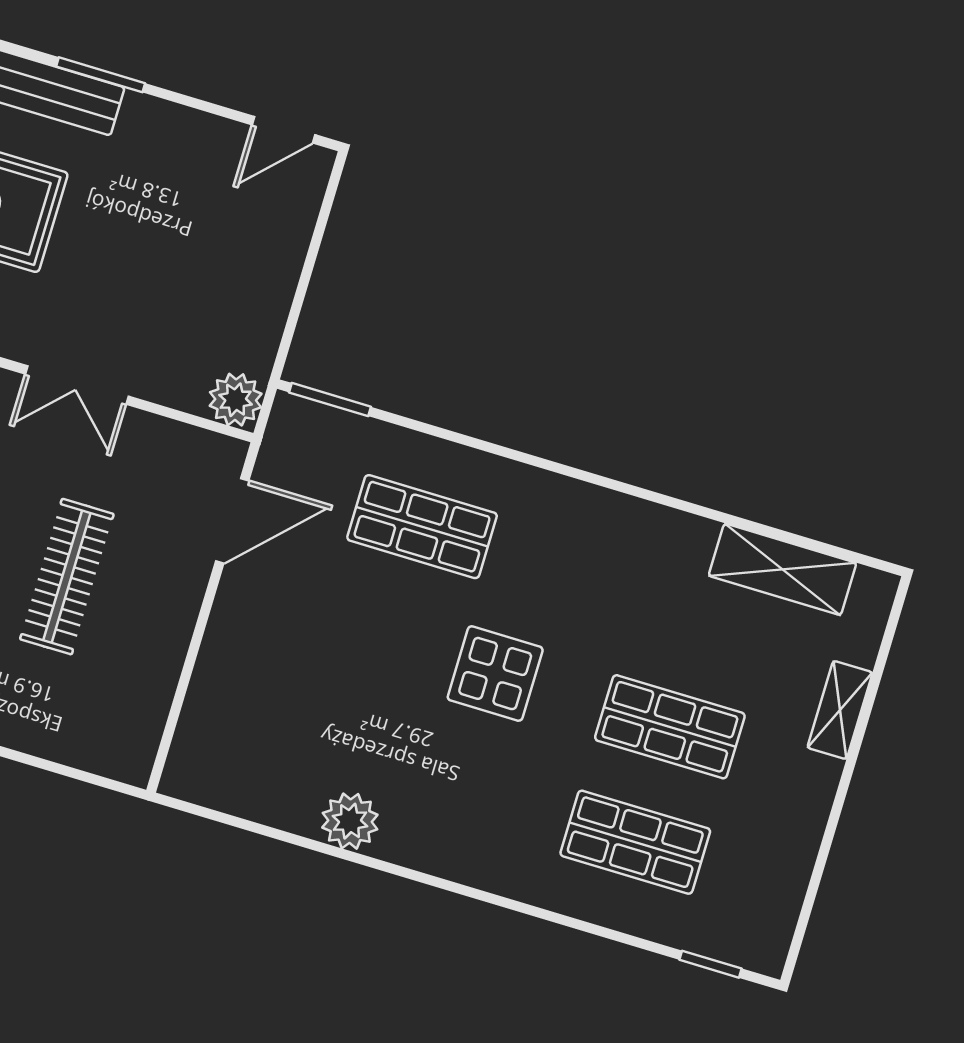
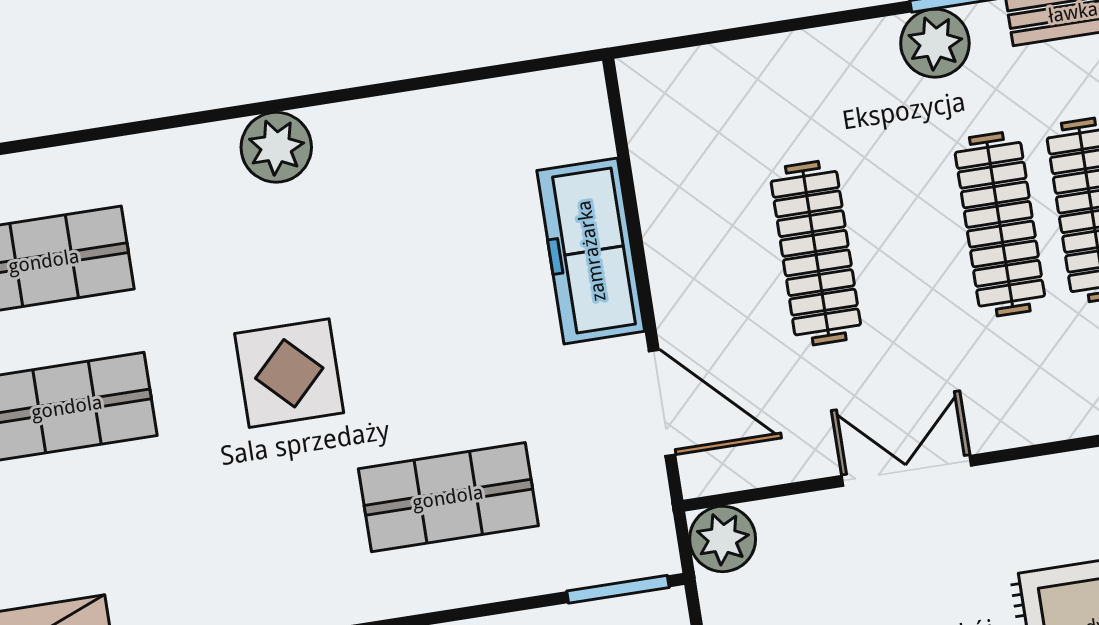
door: (232, 521) -> (662, 403), swing flipped
freezer: (231, 657) -> (591, 251), added
plant: (350, 821) -> (276, 147), moved

